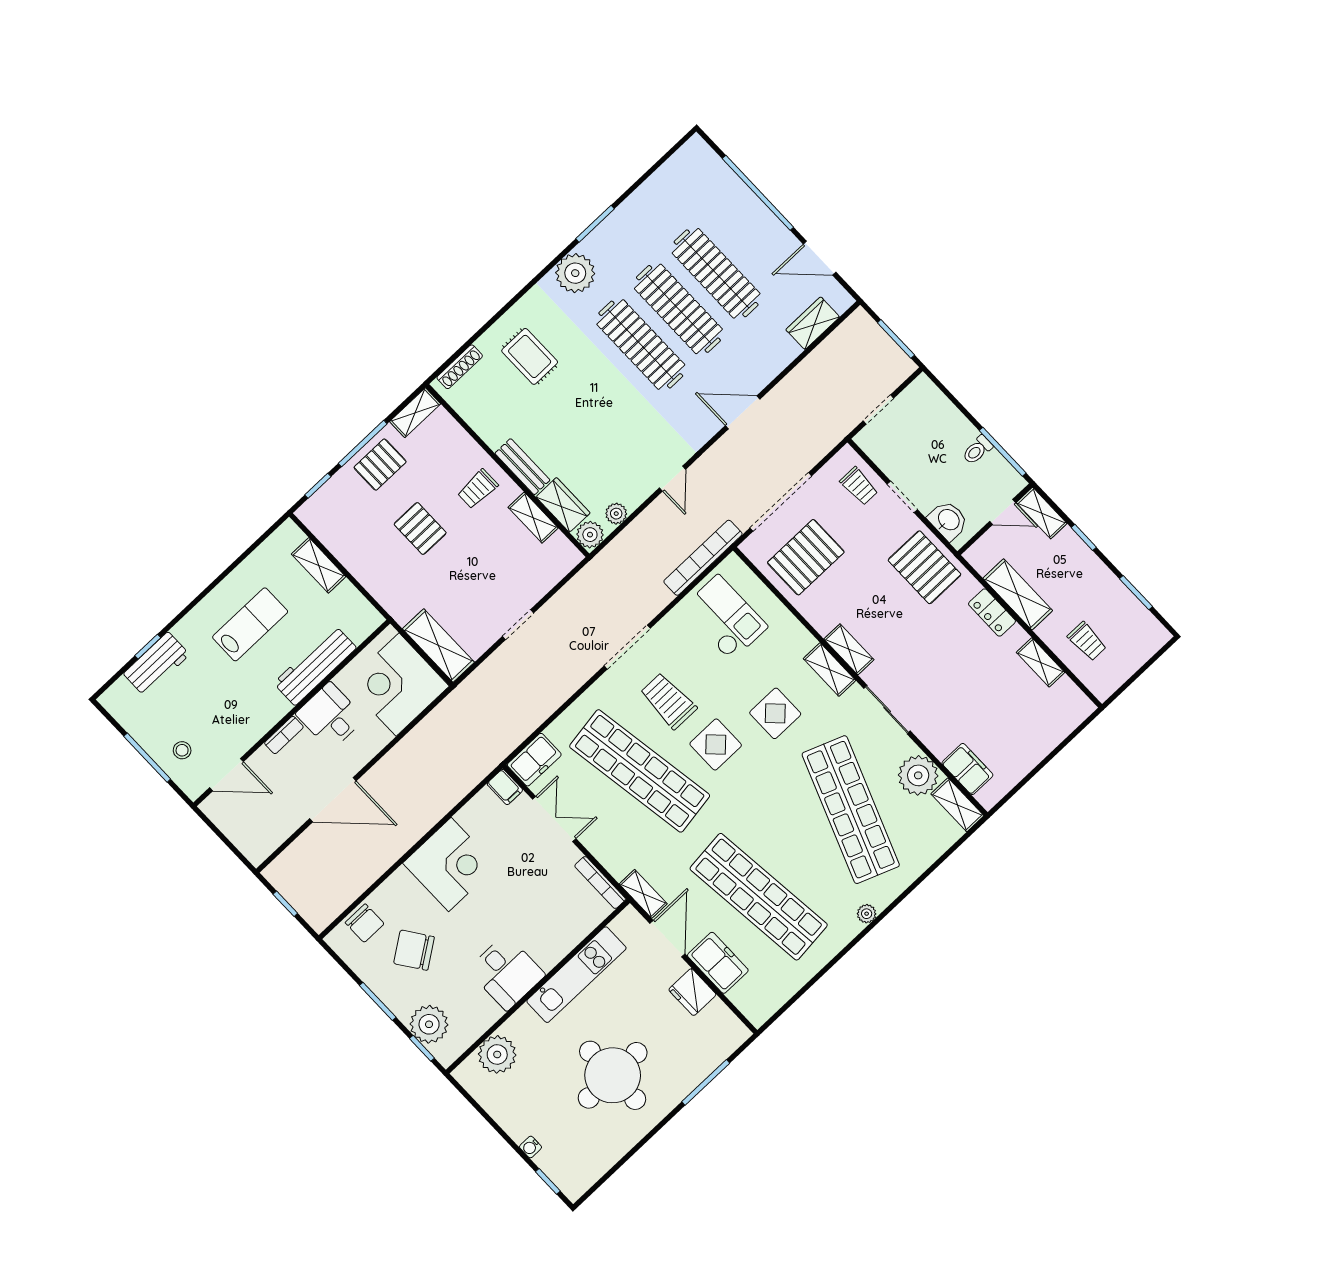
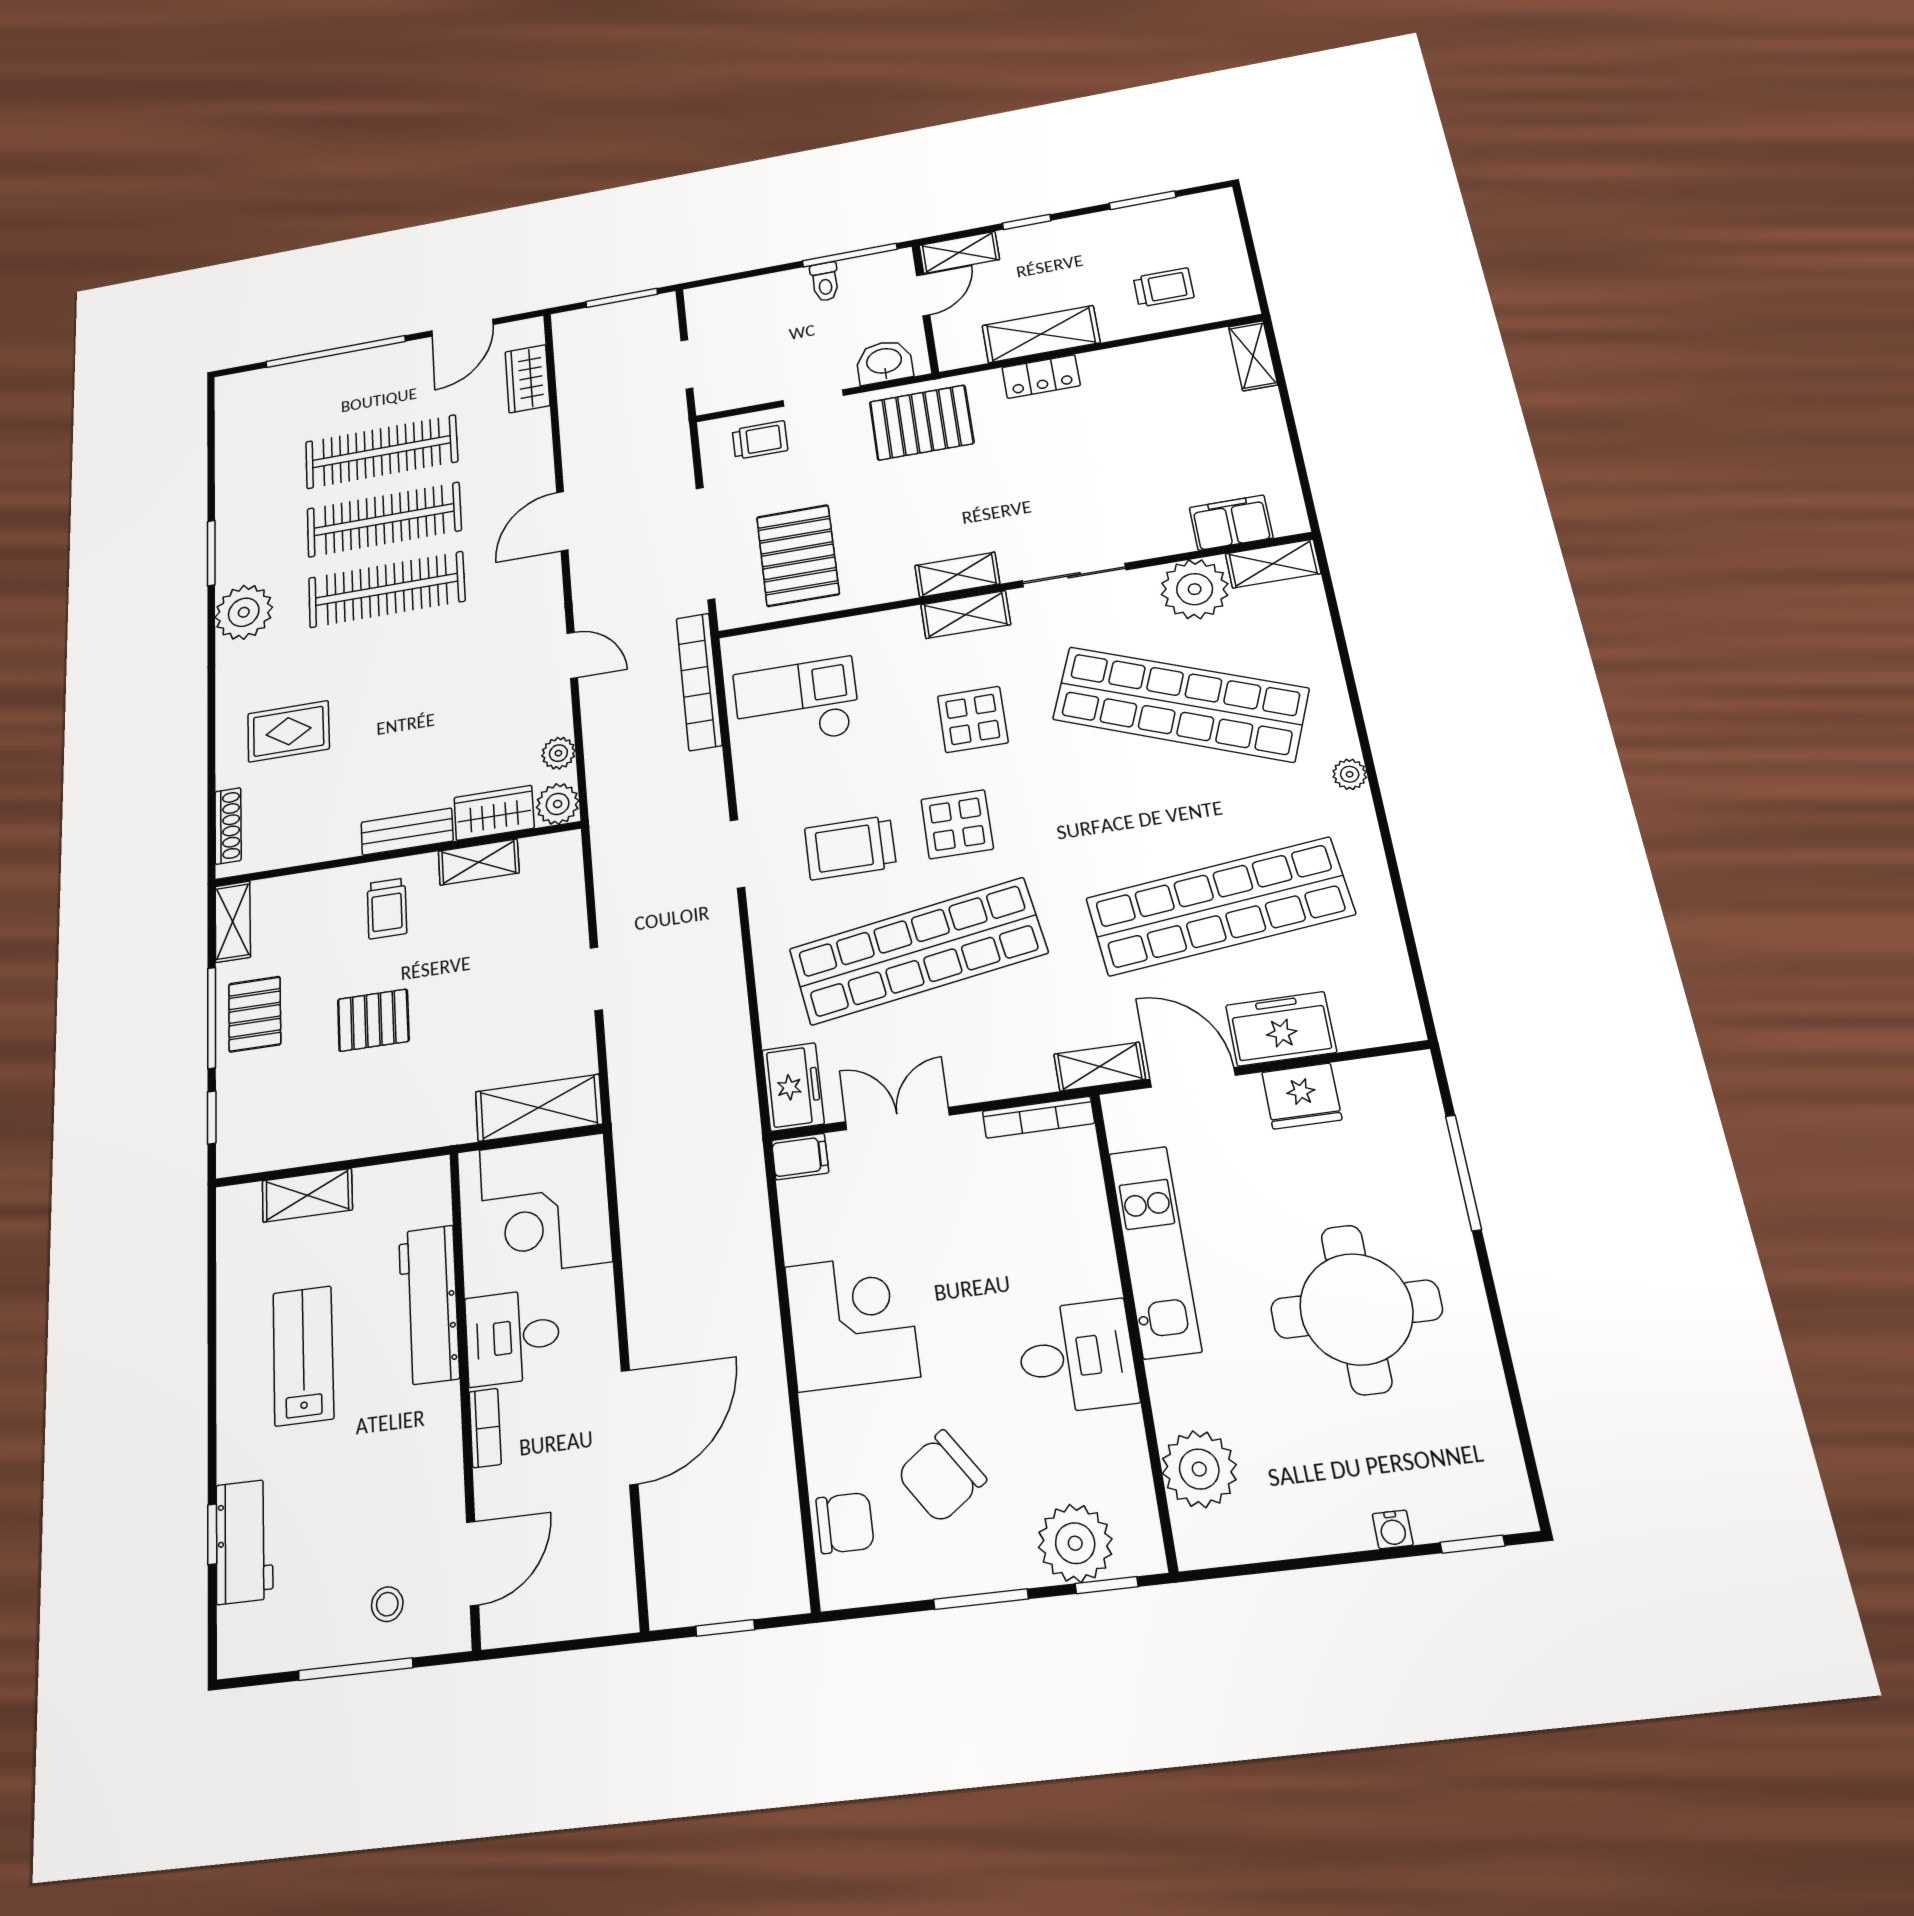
doorway: (627, 647) -> (738, 854), width x0.73
shelving: (1040, 662) -> (1253, 356), moved, turned 90

